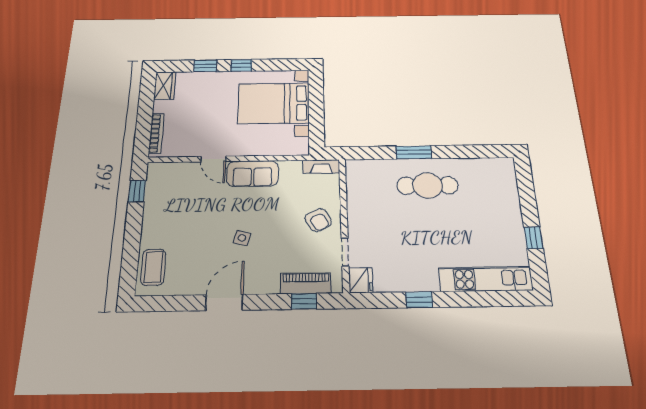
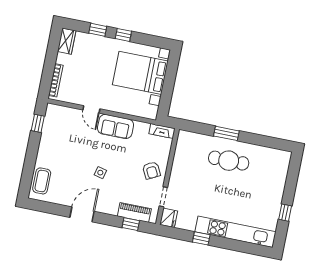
kitchen unit: (486, 279) -> (236, 232), width x1.36

